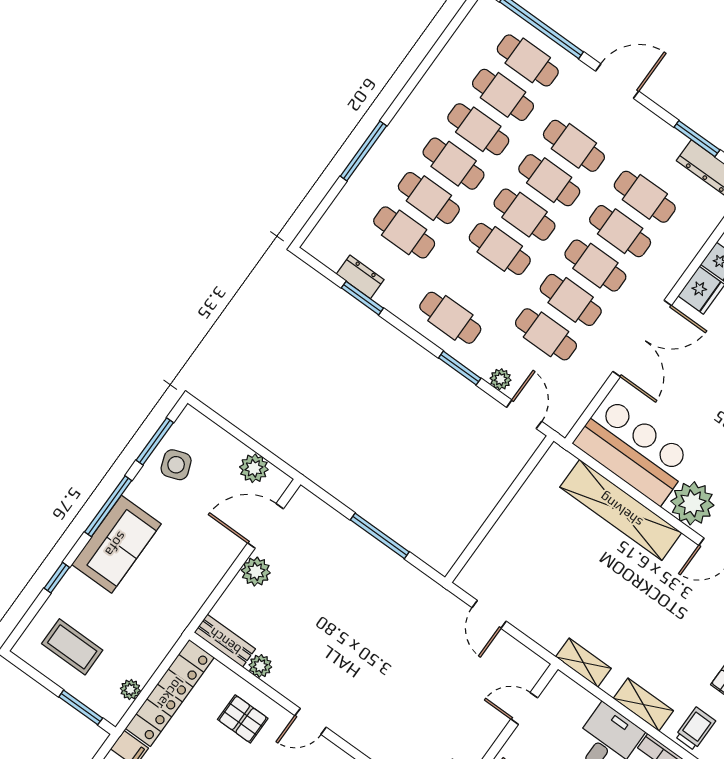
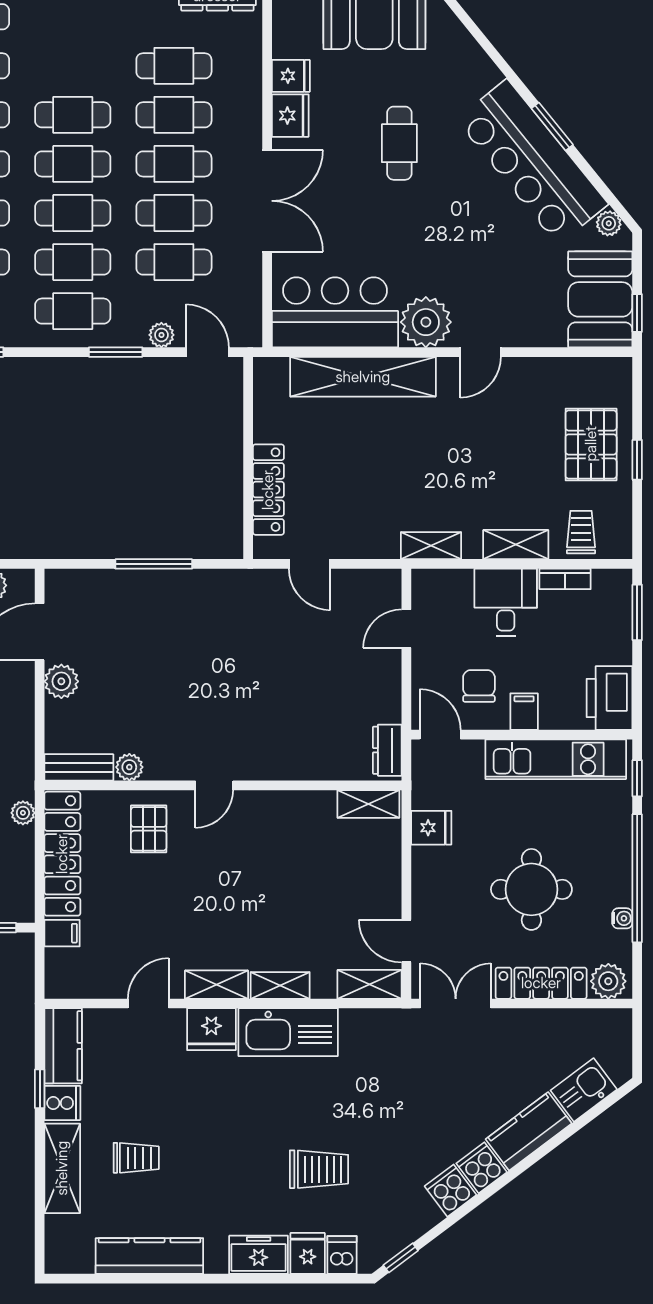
cafe table: (574, 146) -> (73, 262), moved
locker: (498, 541) -> (268, 490), added
plant: (130, 690) -> (23, 813), moved
pallet: (243, 719) -> (149, 829), turned 90

